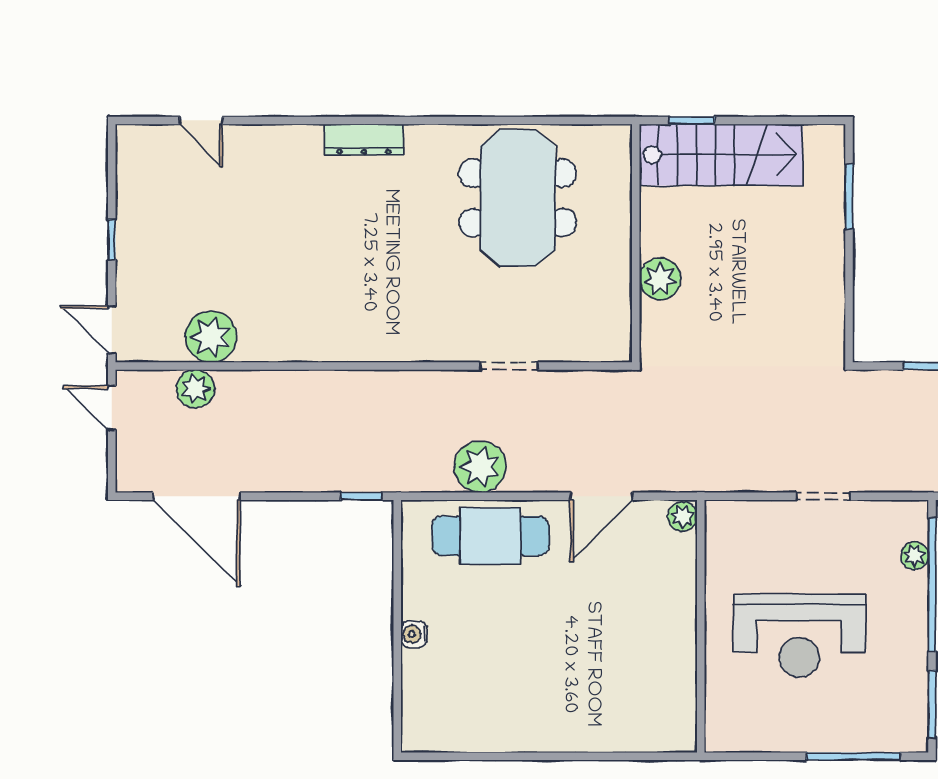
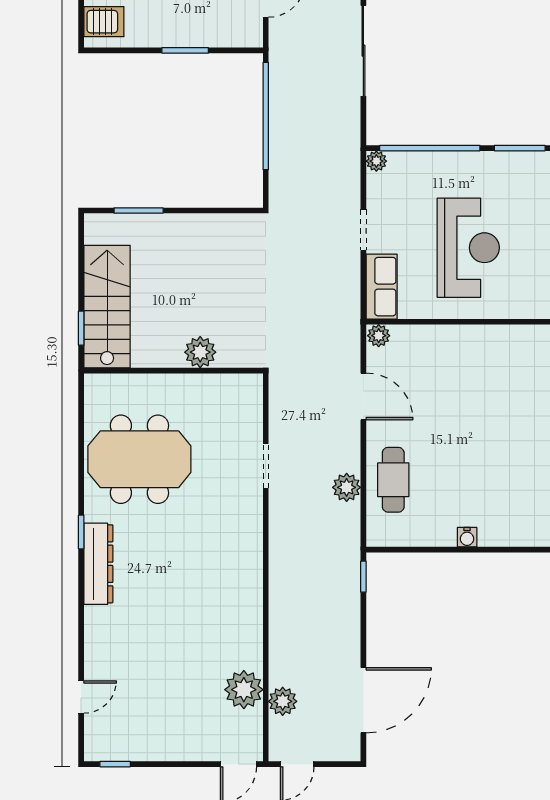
window: (421, 120) -> (81, 532), added
dresser: (364, 140) -> (98, 564), width x1.37, depth x1.24
window: (112, 240) -> (115, 764), moved
plant: (480, 467) -> (347, 487), width x0.73, depth x0.73
row of seats: (748, 520) -> (382, 287), added
cafe table: (490, 536) -> (393, 480), width x0.73, depth x0.74
plant: (915, 556) -> (376, 161), moved

